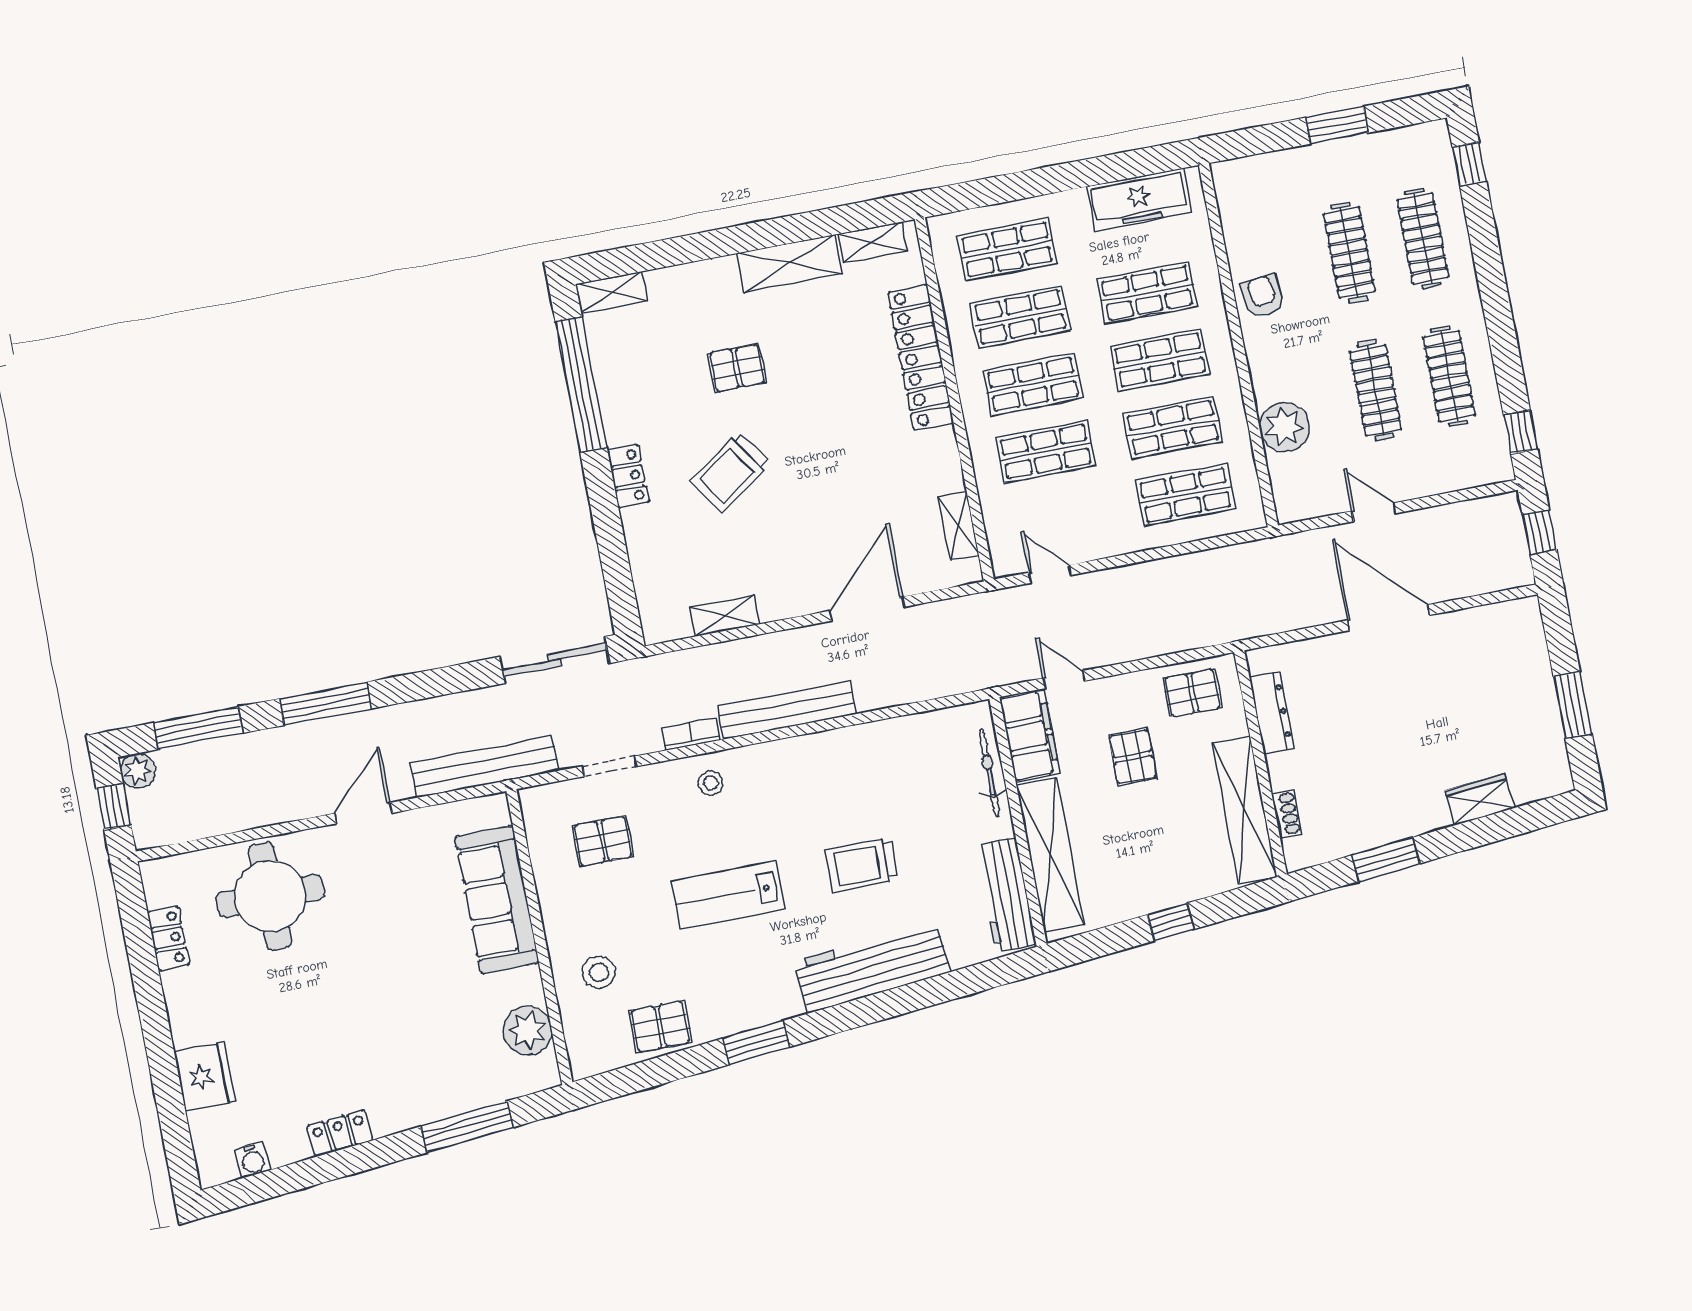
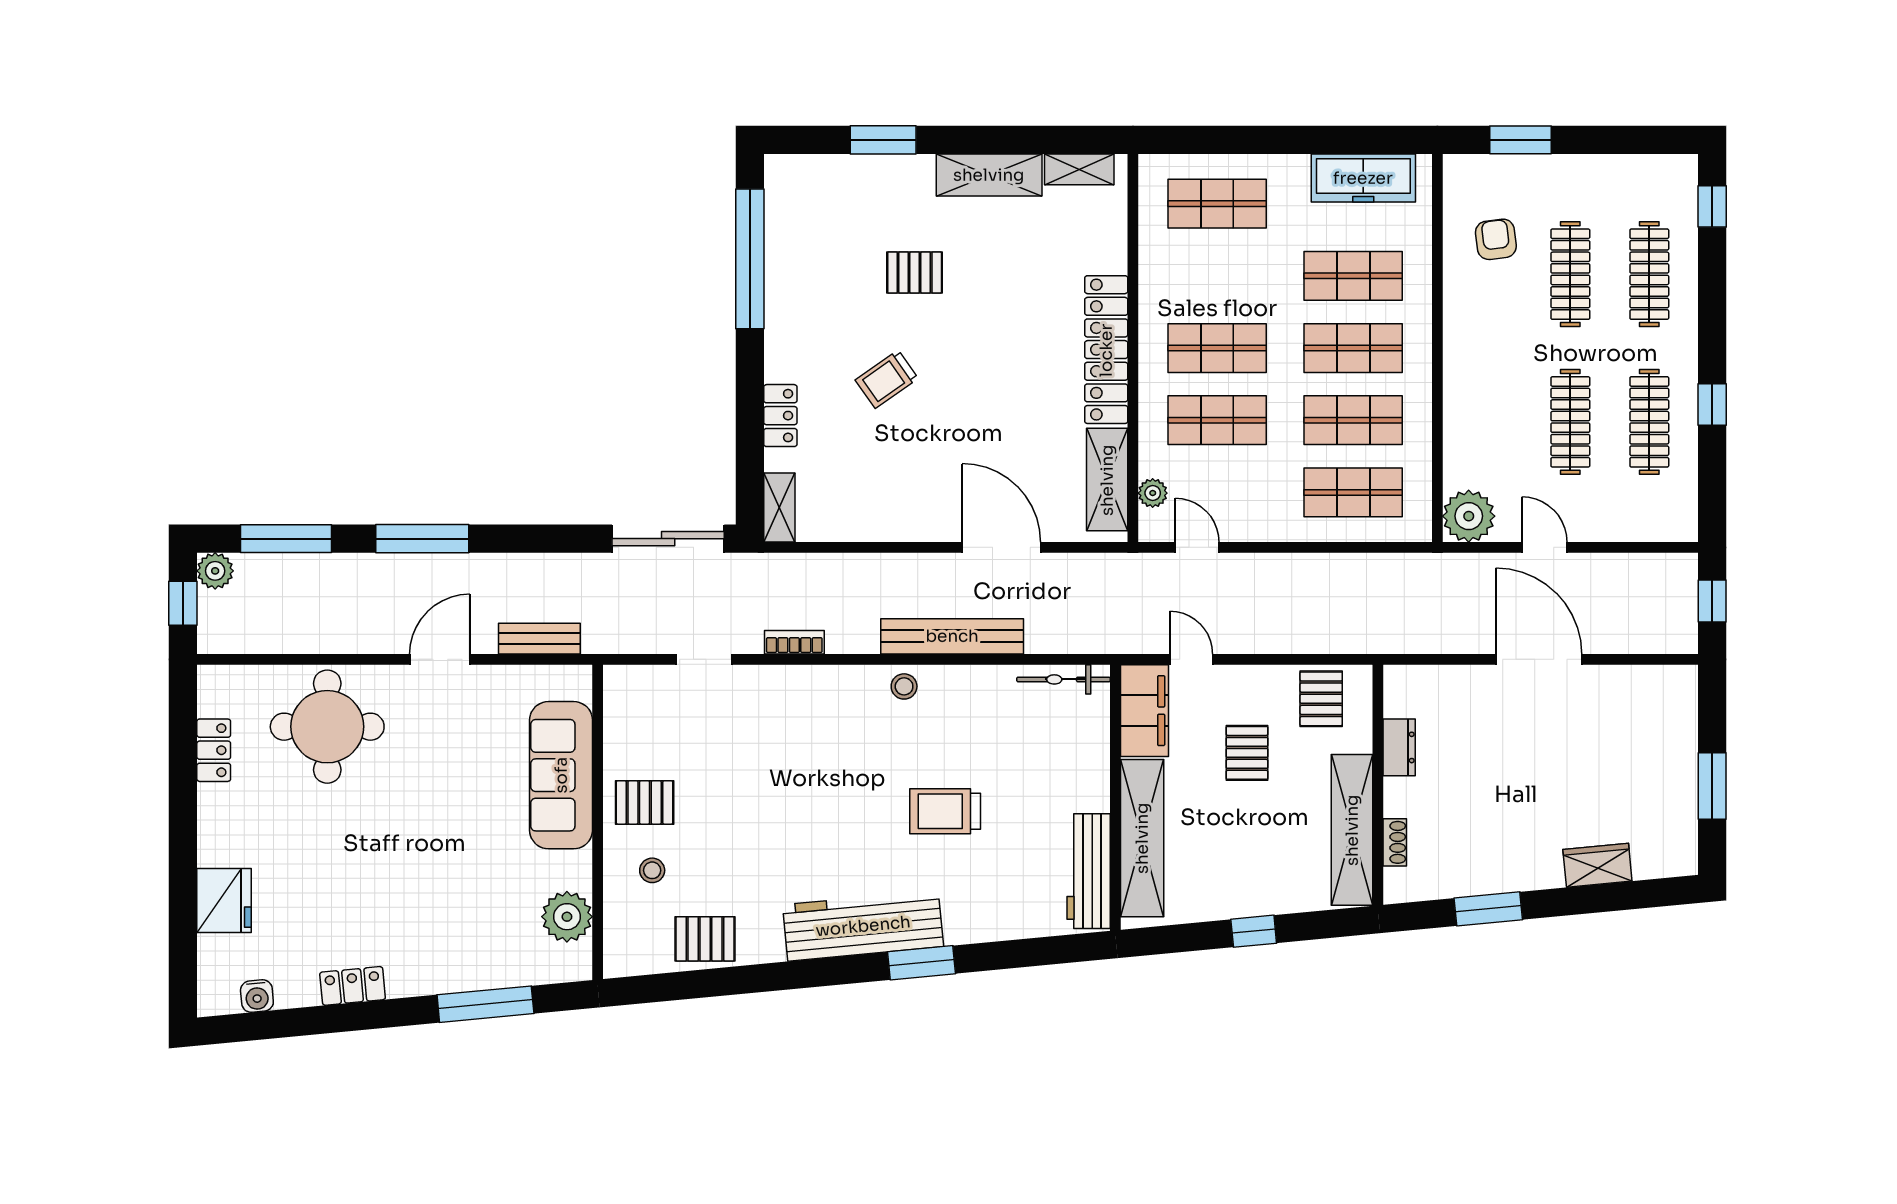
window: (1337, 125) -> (1521, 140), moved
window: (684, 250) -> (883, 140), added
shelving: (612, 292) -> (800, 170), removed
armchair: (1263, 296) -> (1496, 239), moved
shop shelf: (1020, 317) -> (1217, 276), removed
locker: (921, 358) -> (1106, 350), moved
plant: (1284, 427) -> (1469, 516), moved
window: (1521, 432) -> (1712, 404), moved
trolley: (730, 472) -> (887, 379), width x0.73, depth x0.72
locker: (628, 476) -> (780, 416), moved
shelving: (958, 526) -> (1107, 480), width x1.50, depth x1.33
plant: (999, 531) -> (1153, 493), added
door: (867, 609) -> (1001, 547), hinge flipped
shelving: (725, 616) -> (779, 508), moved, turned 90
pallet: (1192, 693) -> (1321, 699), turned 90
bench: (787, 710) -> (952, 636), moved
dresser: (1272, 713) -> (1399, 747), width x0.70
bench: (485, 767) -> (539, 639), width x0.54, depth x0.82
bicycle: (989, 773) -> (1064, 679), moved, turned -90
stool: (711, 783) -> (904, 686), moved
pallet: (603, 841) -> (645, 802), moved
lab bench: (728, 895) -> (801, 816), removed
workbench: (872, 967) -> (863, 926), moved
stool: (599, 972) -> (652, 870), width x0.73, depth x0.73
window: (756, 1043) -> (922, 963), moved

